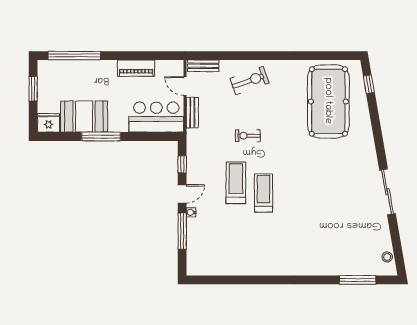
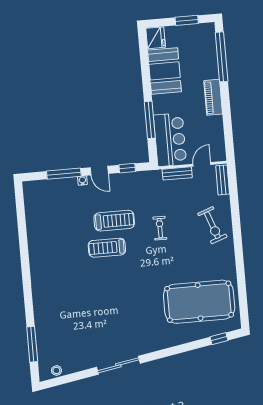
piano: (136, 68) -> (213, 97), moved
window: (101, 136) -> (150, 120), moved
treadmill: (263, 193) -> (107, 248), turned 180

